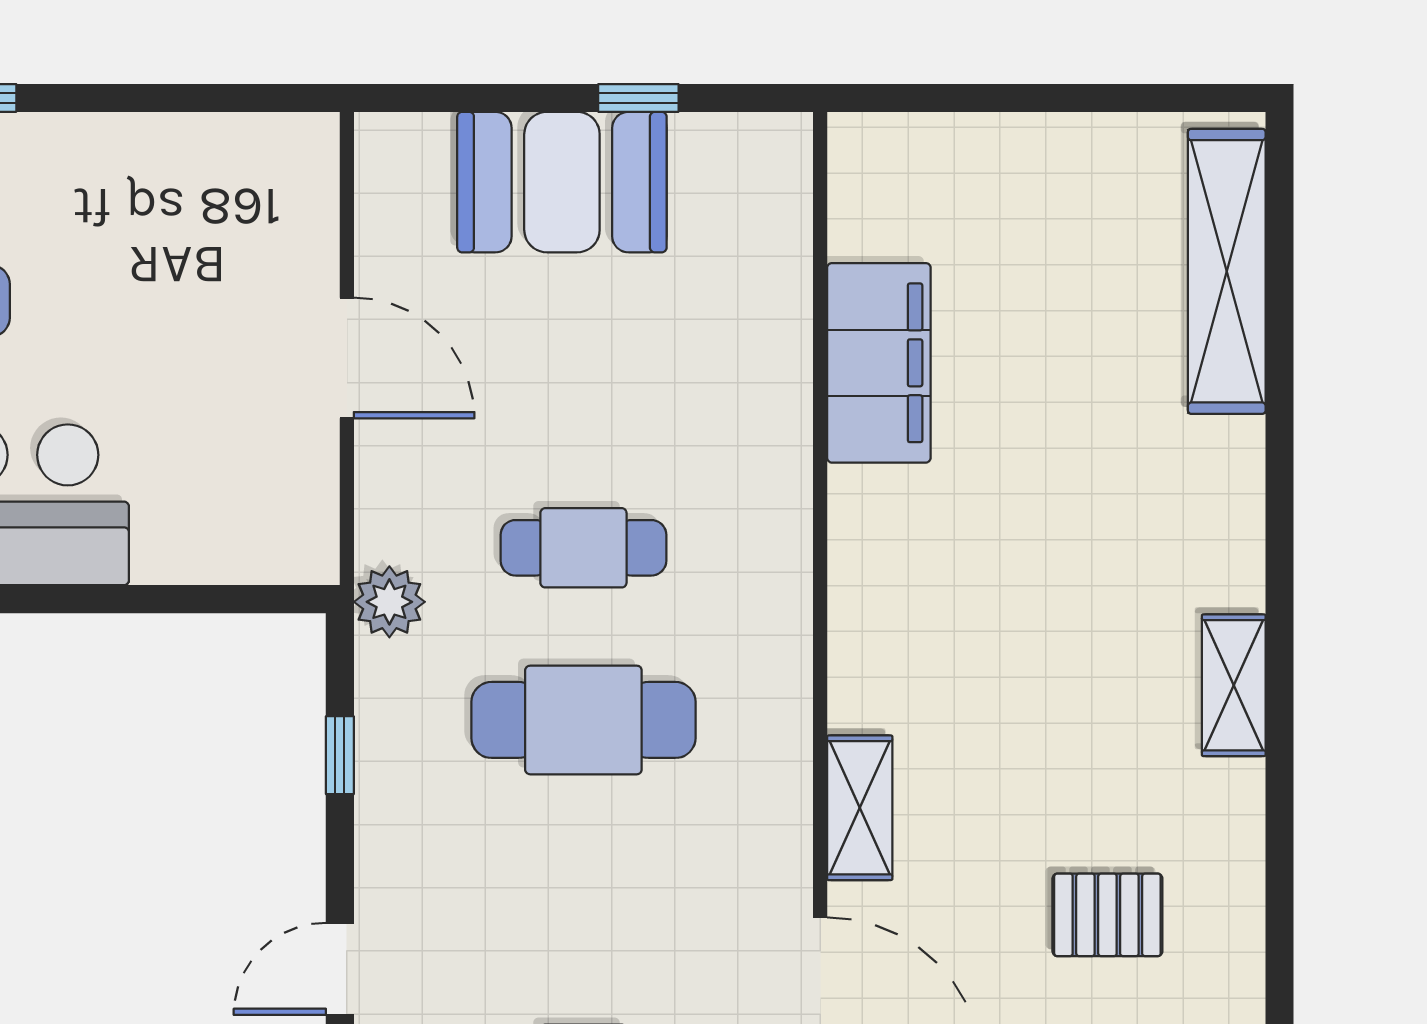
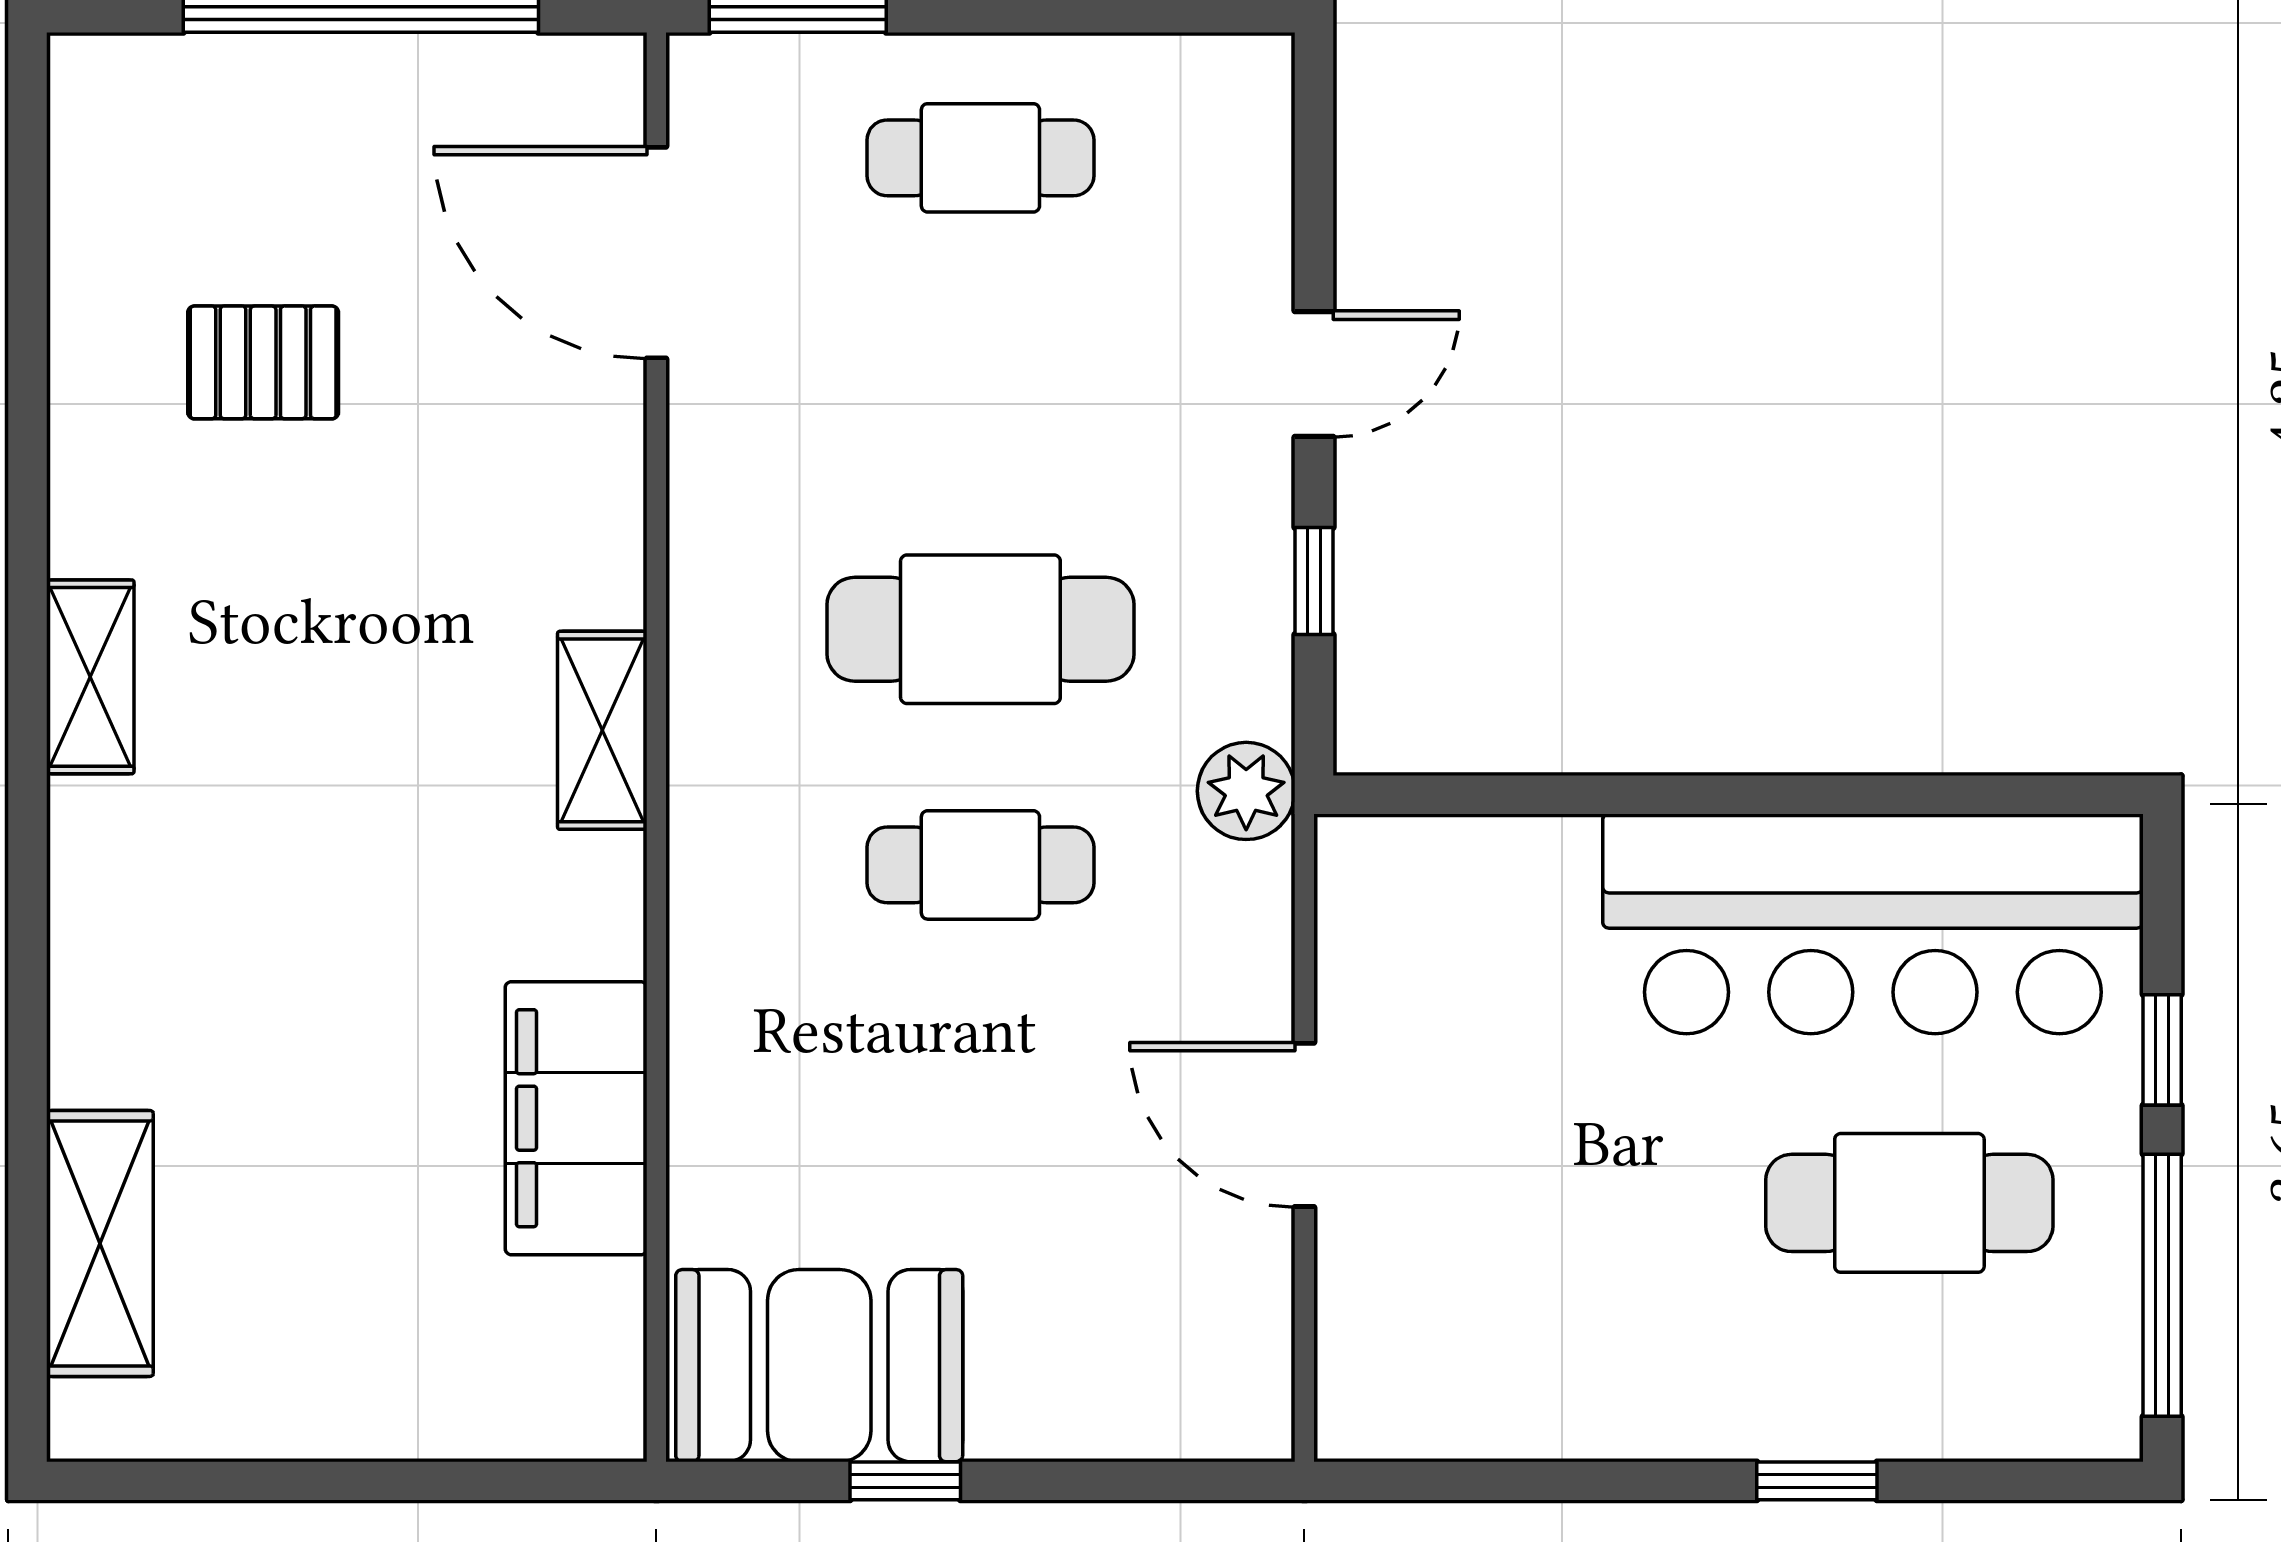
booth: (562, 182) -> (819, 1366), moved
shelving: (1227, 271) -> (100, 1243), width x0.68
shelving: (860, 808) -> (602, 730), moved
door: (340, 969) -> (1314, 374), moved

